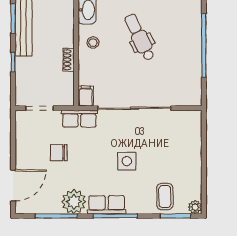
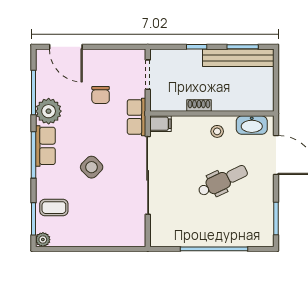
chair: (59, 153) -> (101, 95), turned 180
side table: (127, 161) -> (92, 167), turned 45

